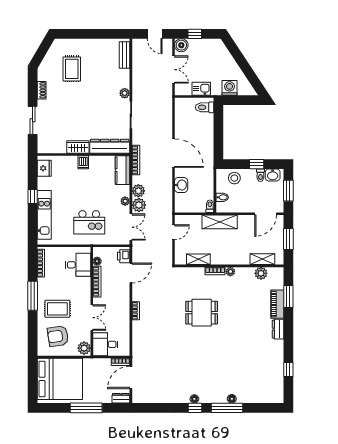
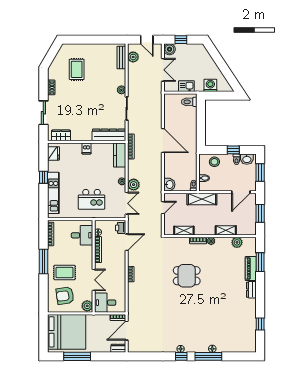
wardrobe: (78, 147) -> (61, 135), moved
washbasin: (181, 185) -> (169, 185), moved
plant: (138, 191) -> (133, 57), moved
shelving: (262, 259) -> (226, 230), moved
window: (86, 408) -> (77, 356), moved

